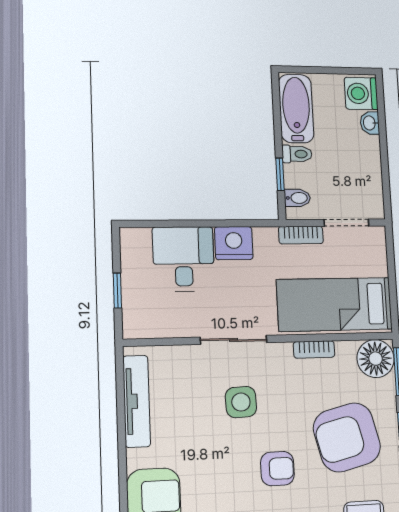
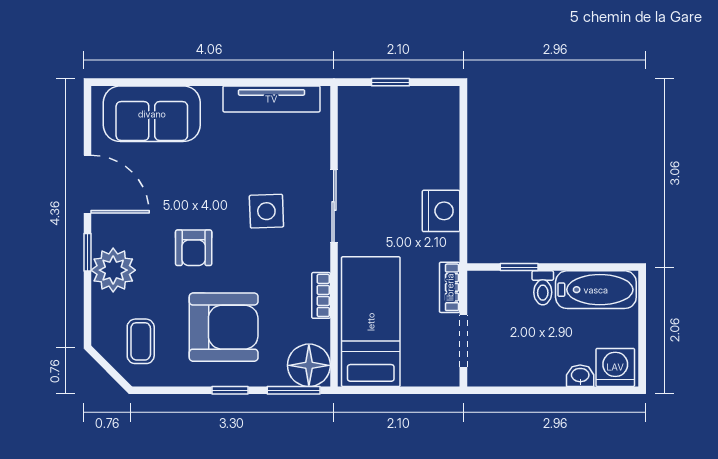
bidet: (297, 198) -> (492, 286), removed
desk: (184, 259) -> (424, 155), removed
armchair: (347, 437) -> (224, 327), turned 104

